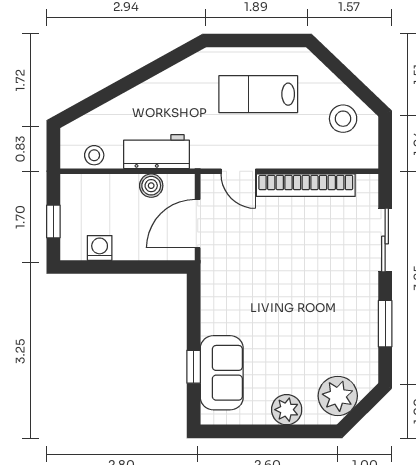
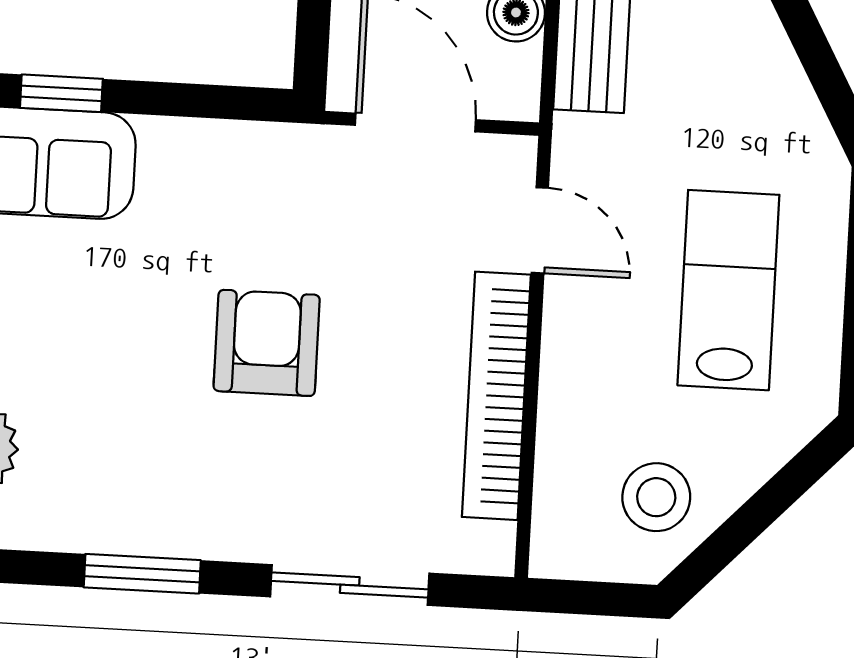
door: (238, 171) -> (540, 230), swing flipped
armchair: (289, 279) -> (267, 343), added

